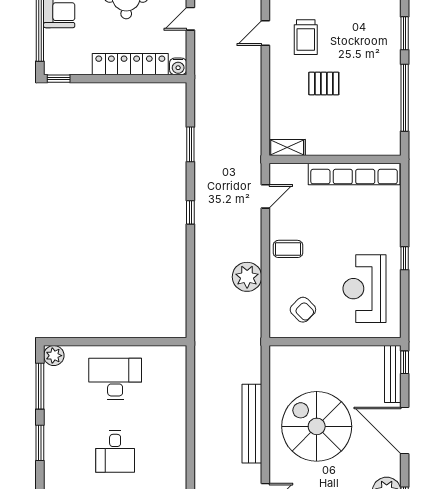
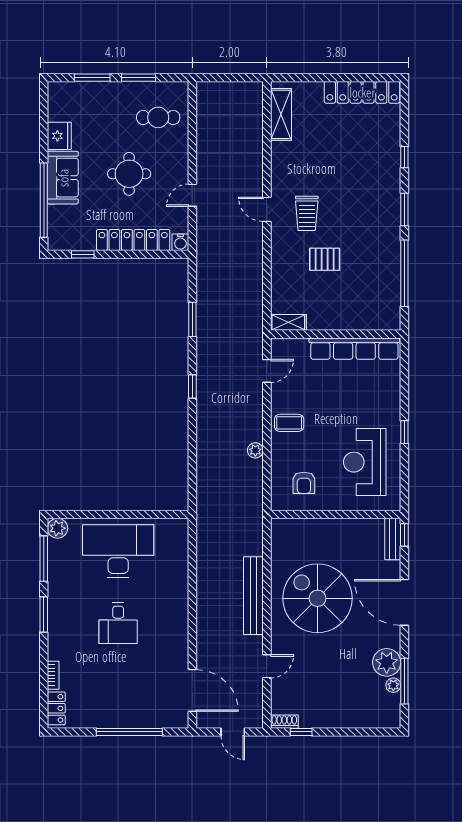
door: (265, 33) -> (267, 209), hinge flipped
window: (59, 79) -> (83, 254), moved
plant: (247, 277) -> (255, 450), width x0.53, depth x0.53
armchair: (303, 310) -> (304, 483), turned 45
bench: (393, 374) -> (393, 539), width x0.73
desk: (115, 379) -> (118, 551), width x1.36, depth x1.30

